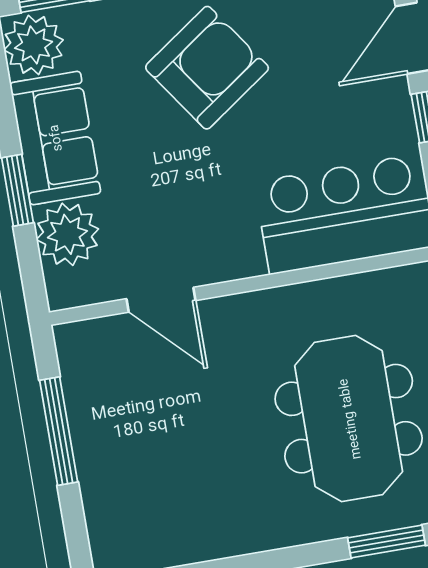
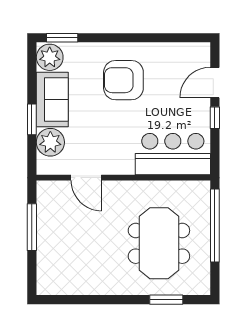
armchair: (207, 68) -> (123, 80), turned -145

